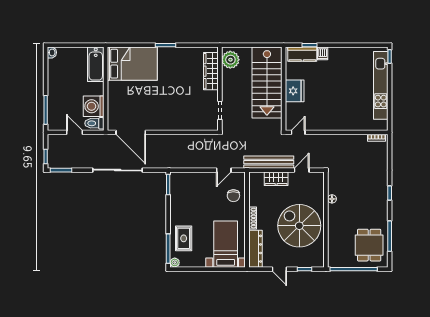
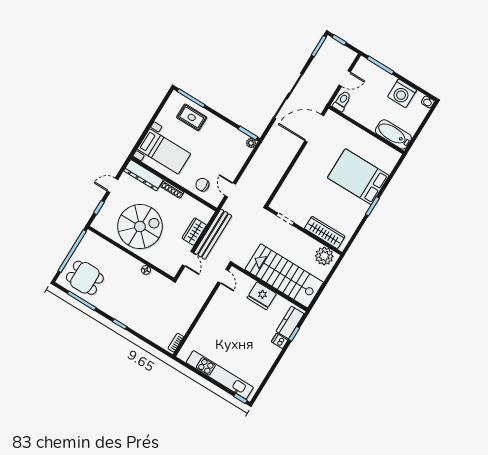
bed: (132, 64) -> (358, 177), moved, turned 90
washing machine: (94, 106) -> (402, 93), moved, turned 180
plant: (175, 262) -> (251, 143), moved

